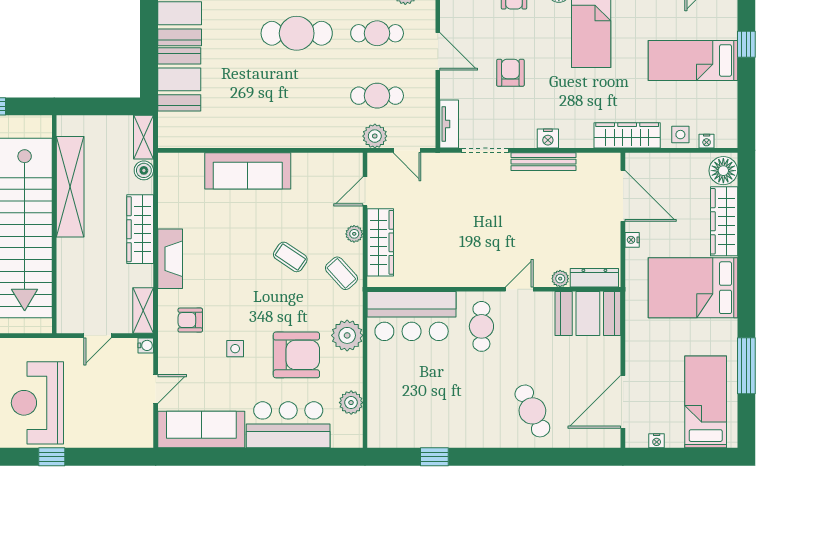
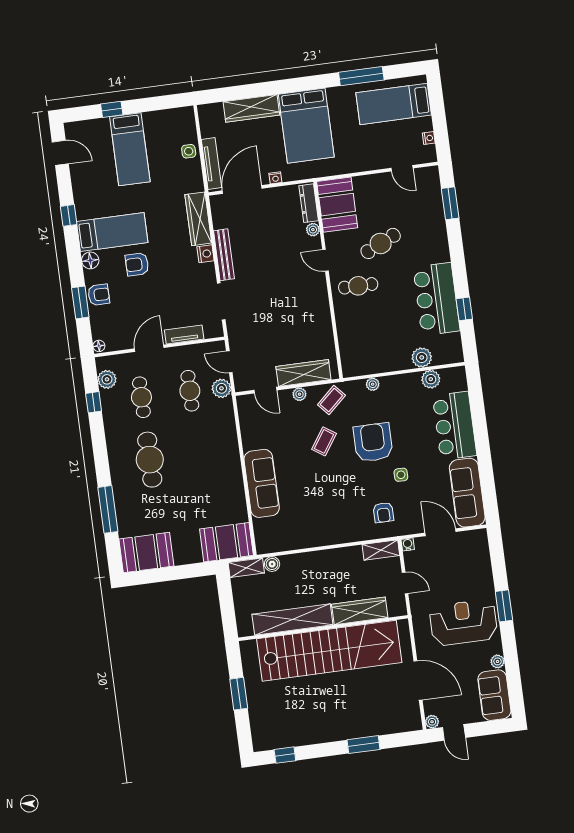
armchair: (510, 73) -> (137, 264), moved
booth: (179, 79) -> (226, 542), moved
tv unit: (449, 124) -> (184, 335), moved
wardrobe: (627, 135) -> (198, 219), moved
nightstand: (707, 141) -> (191, 130), removed
door: (407, 150) -> (229, 362), swing flipped
tv unit: (661, 161) -> (211, 163), added
floor lamp: (723, 171) -> (212, 114), removed
wardrobe: (140, 229) -> (360, 611), moved, turned 180
fireplace: (170, 259) -> (338, 535), removed
bar counter: (412, 316) -> (437, 299), moved, turned 180
plant: (347, 335) -> (373, 384), width x0.53, depth x0.53
armchair: (296, 355) -> (373, 442), moved
door: (156, 389) -> (441, 532), width x1.38
plant: (380, 395) -> (422, 357), added
door: (623, 402) -> (402, 168), width x0.53
reception desk: (37, 403) -> (463, 623), turned 180
cafe table: (532, 411) -> (381, 243), moved
window: (52, 457) -> (504, 606), width x1.50
window: (570, 457) -> (450, 203), added

